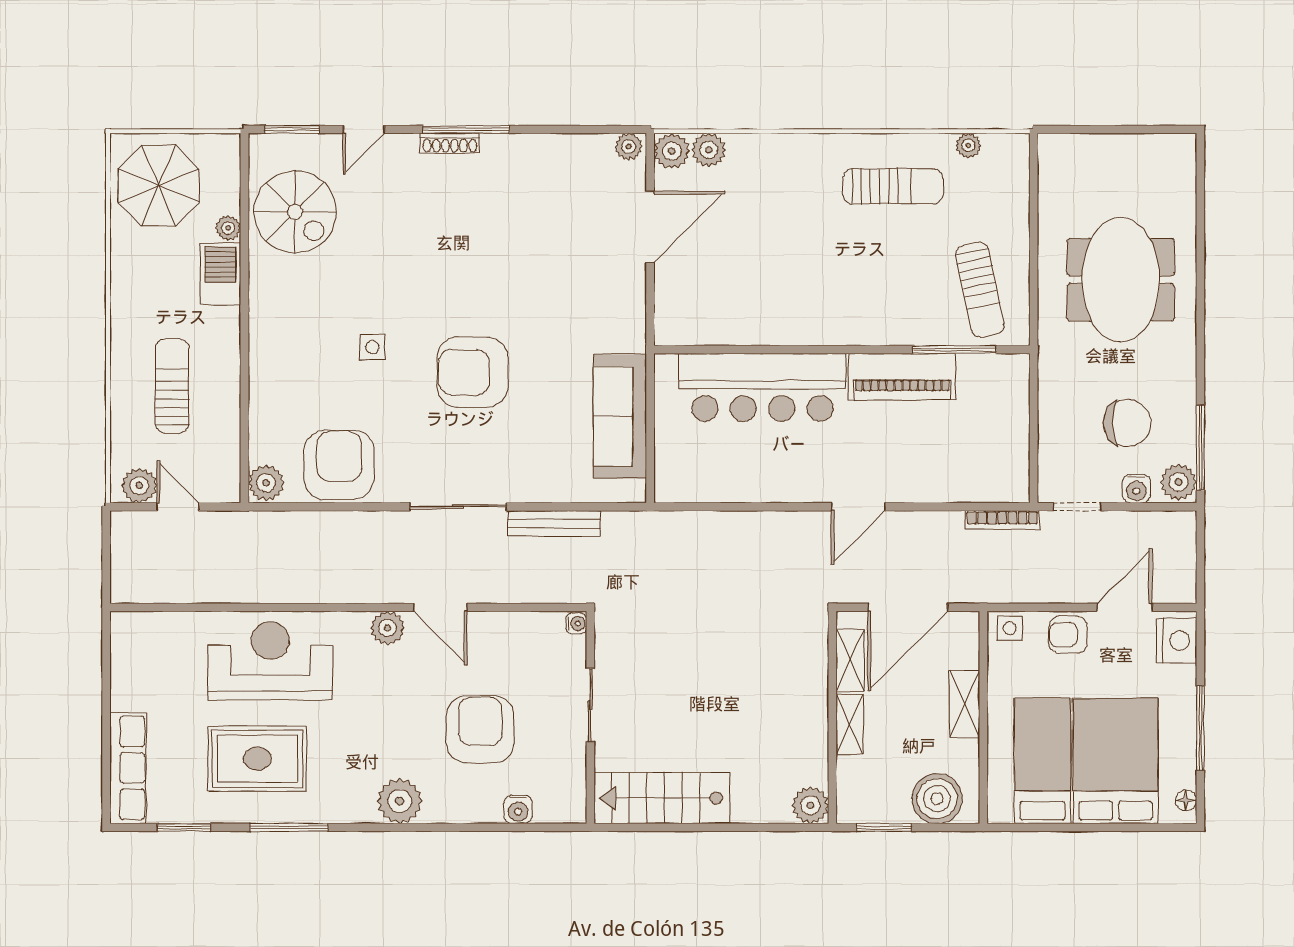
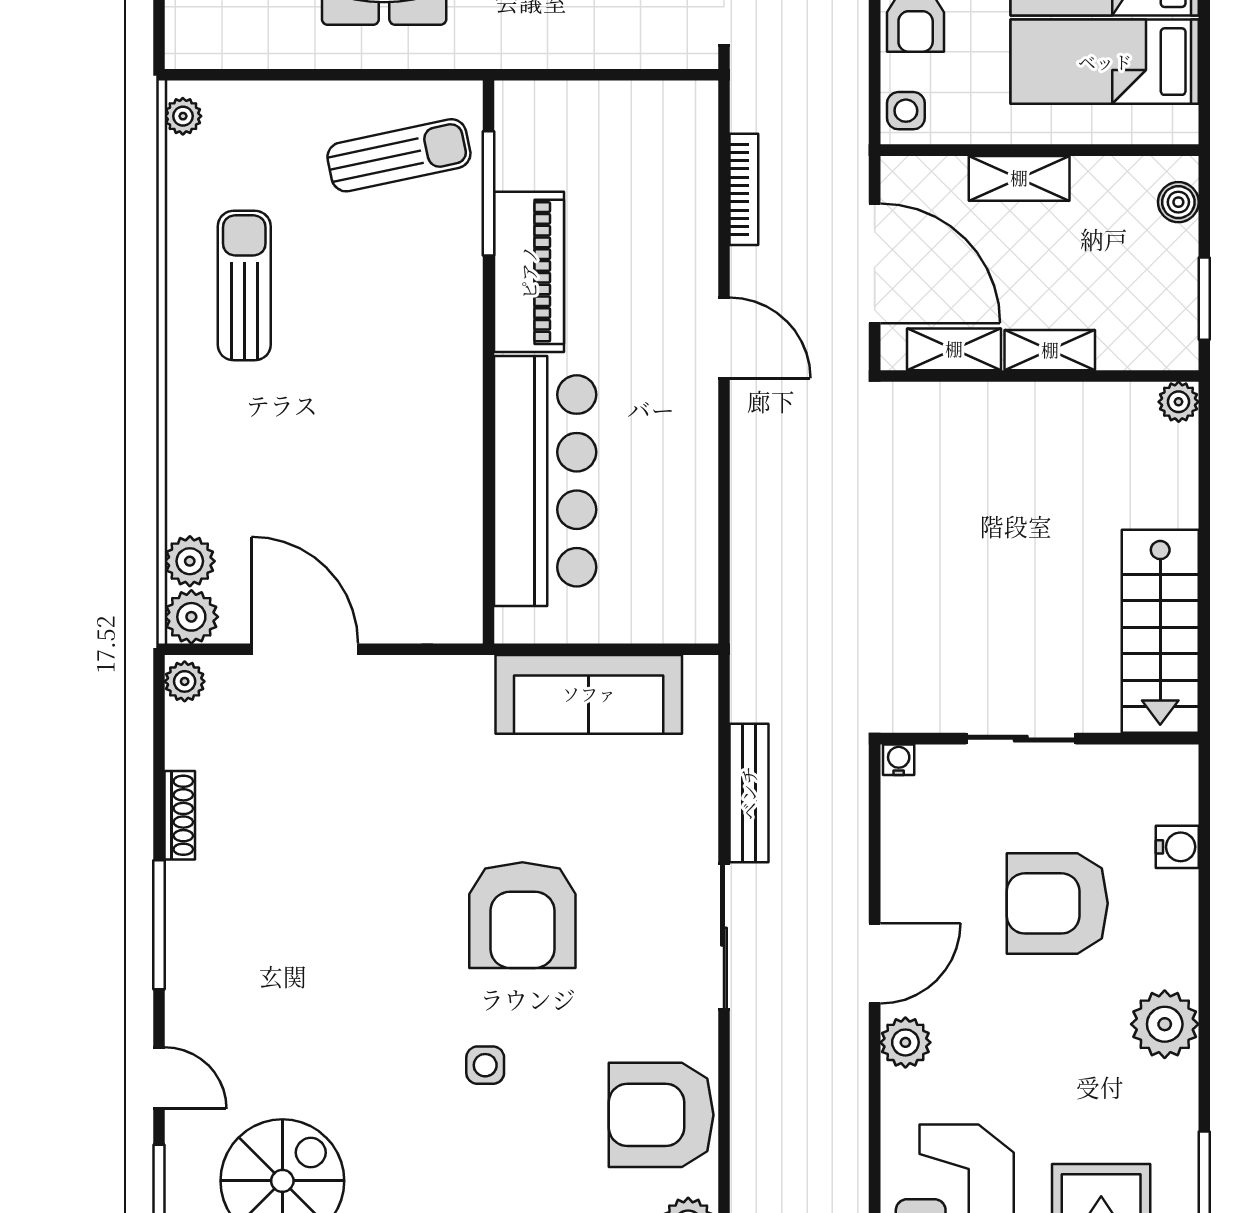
shoe rack: (450, 143) -> (180, 815), moved
plant: (968, 145) -> (183, 116), moved
bookcase: (1002, 520) -> (744, 189), moved
boiler: (937, 799) -> (1178, 202), width x0.54, depth x0.54
plant: (810, 805) -> (1179, 402), width x0.73, depth x0.73

